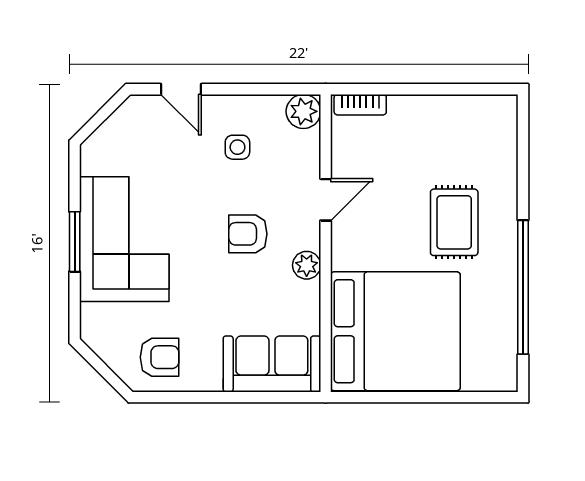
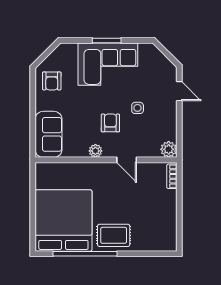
door: (181, 89) -> (179, 91), swing flipped
side table: (237, 147) -> (138, 108), moved
rug: (454, 222) -> (114, 235), moved
bed: (395, 331) -> (63, 221), moved, turned 180

